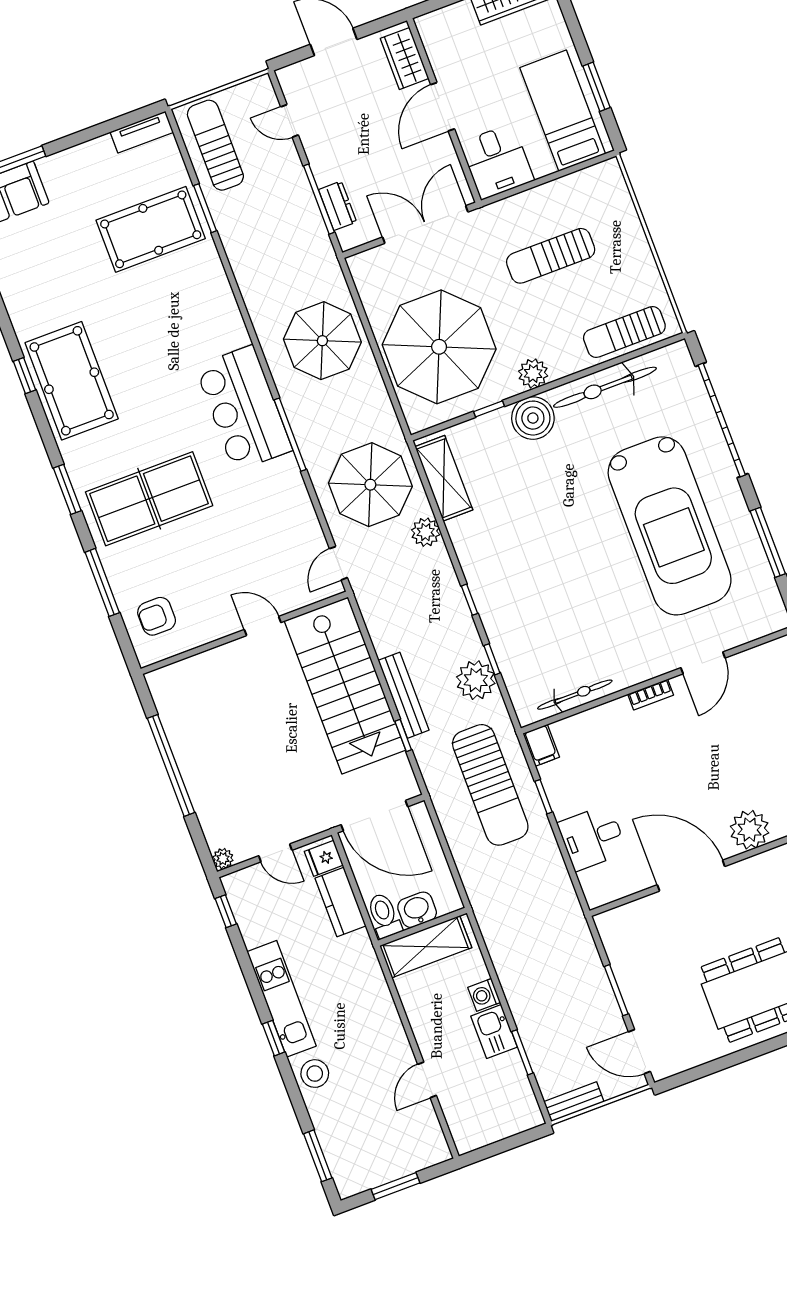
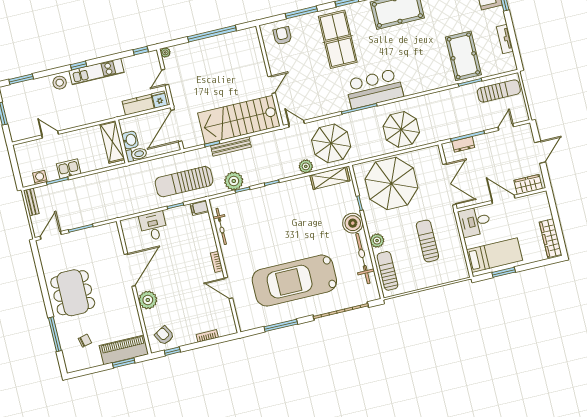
tv unit: (142, 132) -> (505, 39), moved
plant: (533, 373) -> (377, 241), moved
toilet: (384, 916) -> (136, 154), moved
washing machine: (484, 995) -> (40, 177), moved

